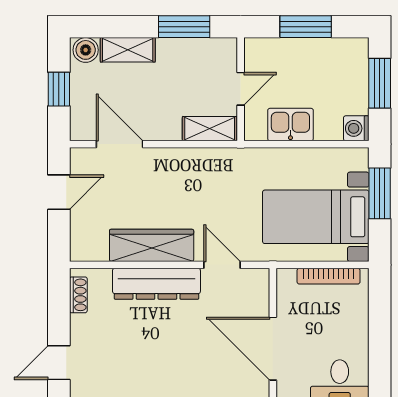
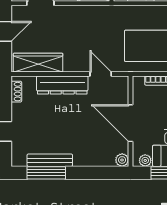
wardrobe: (152, 245) -> (38, 63), moved

